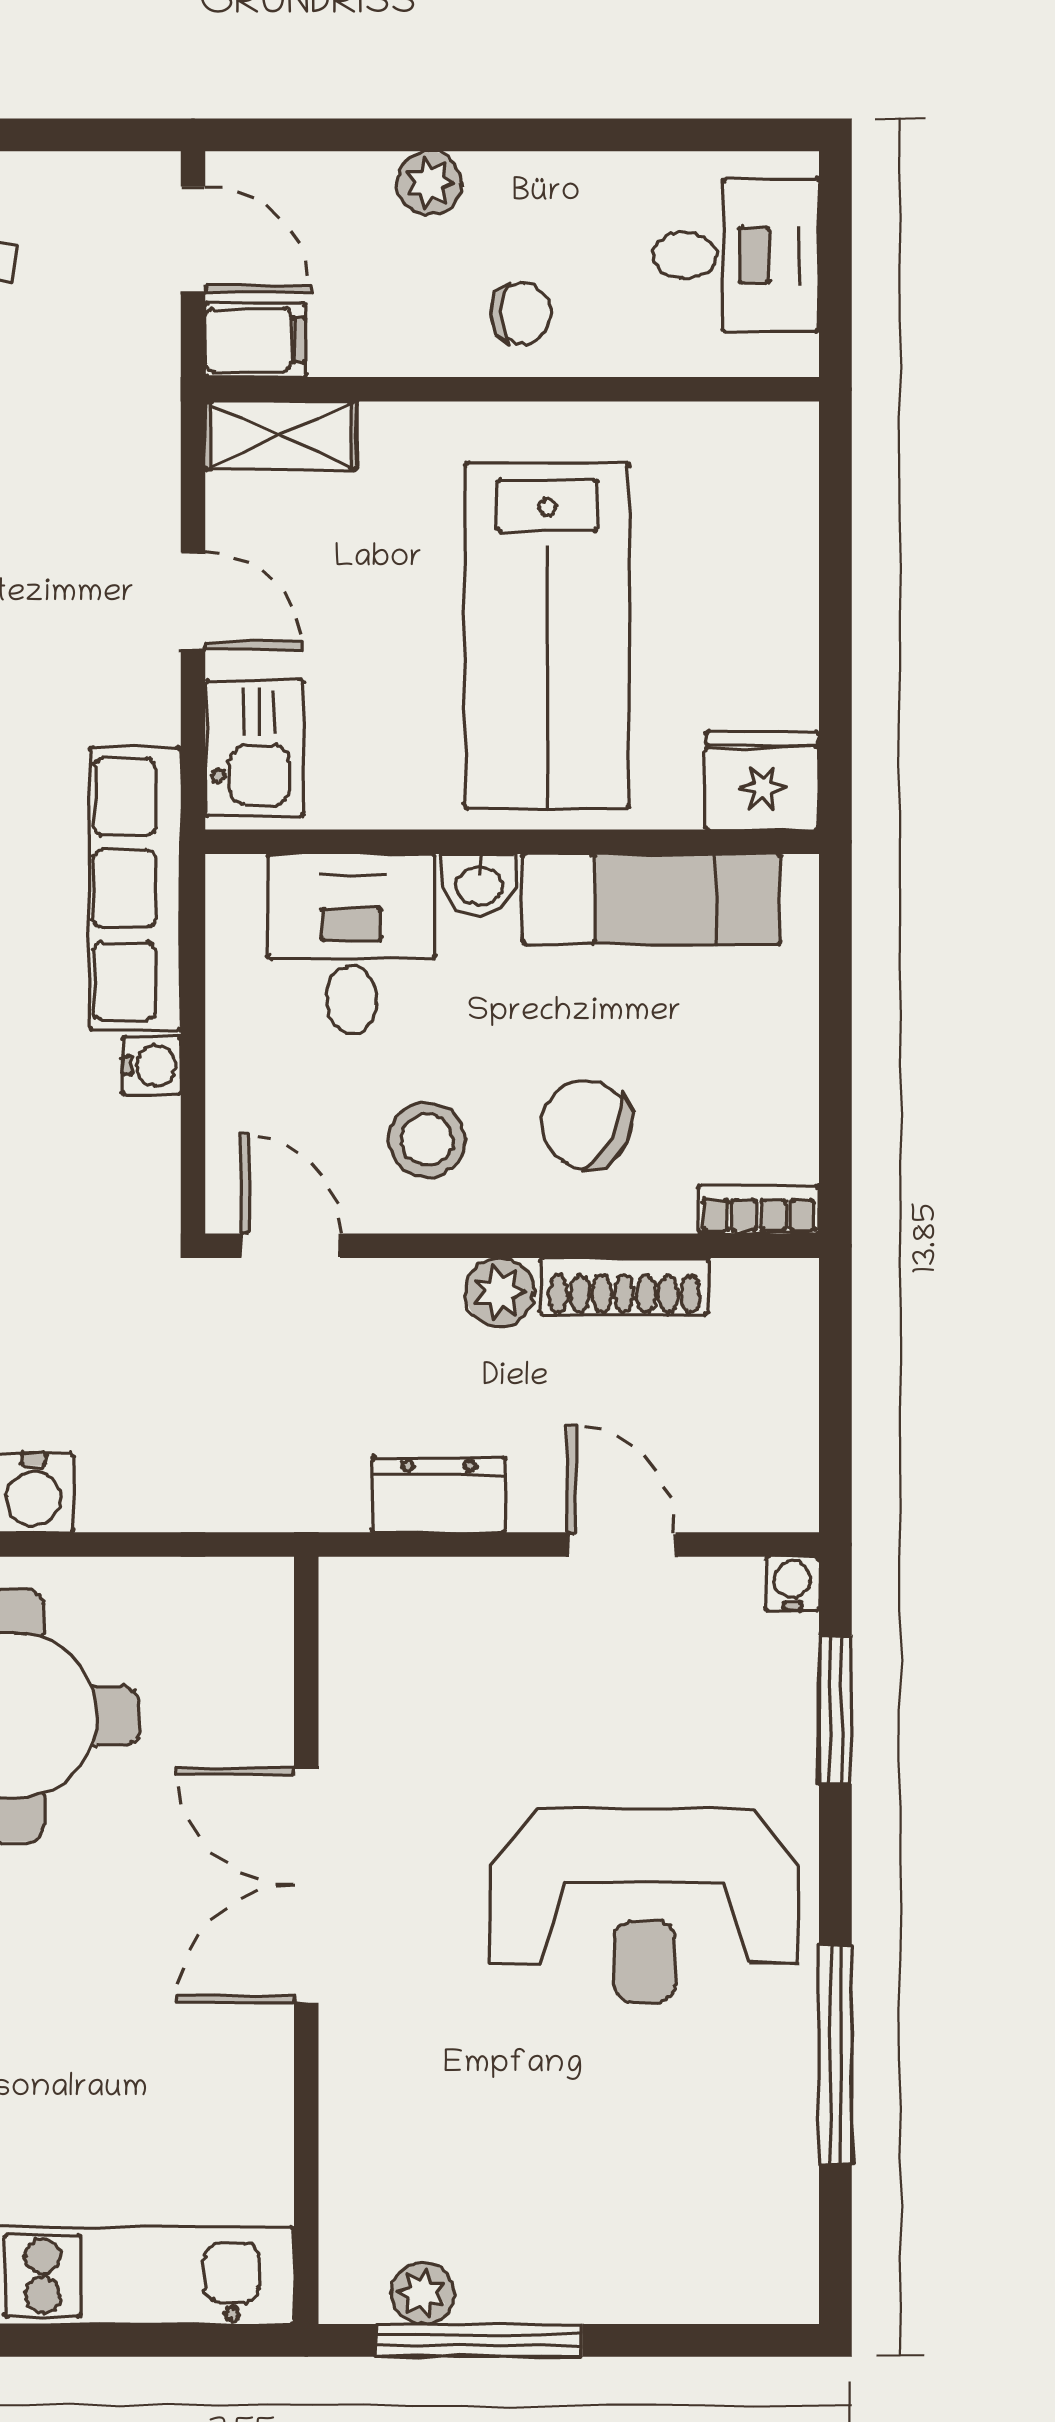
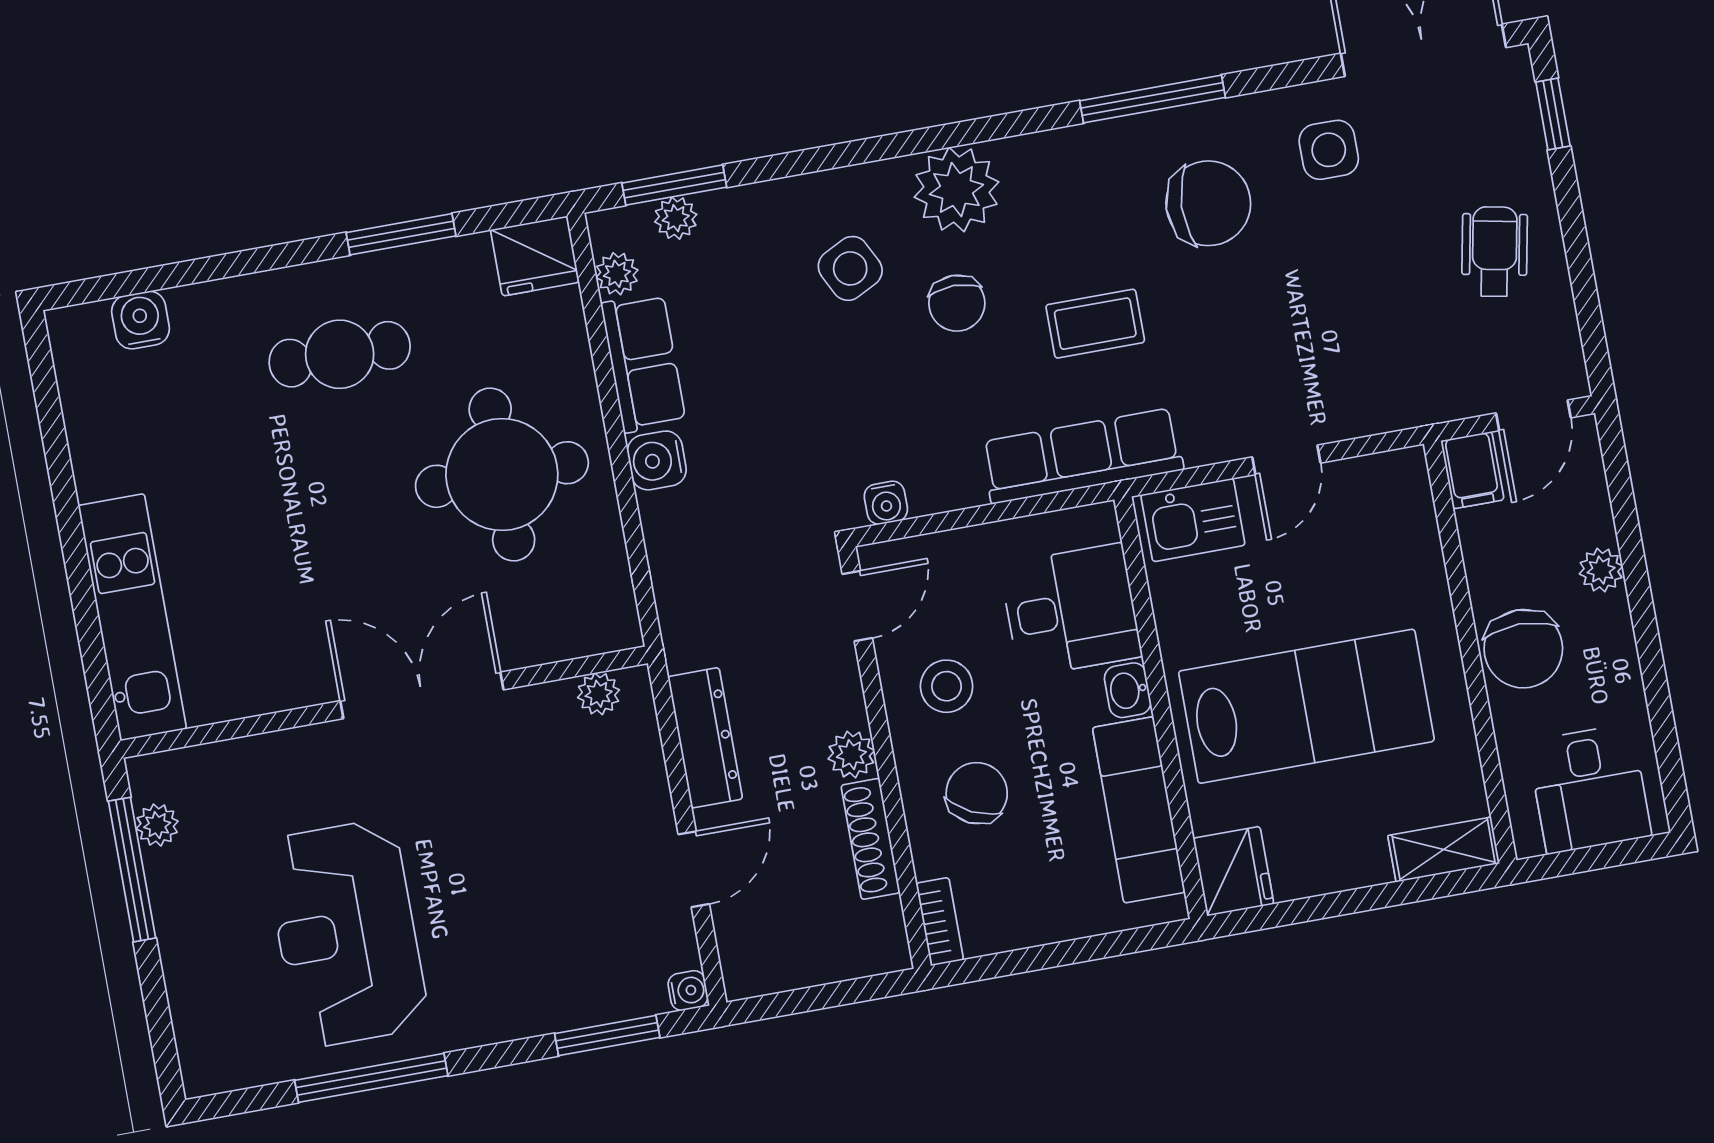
chair: (521, 313) -> (1523, 649), width x1.87, depth x1.87
shelving: (281, 435) -> (1444, 850), moved, turned 90
lab bench: (547, 635) -> (1306, 706), turned 180
water cooler: (152, 1066) -> (886, 503), moved
dresser: (439, 1495) -> (705, 738), width x1.44
plant: (349, 1635) -> (599, 694), added
reception desk: (645, 1906) -> (346, 934), moved

